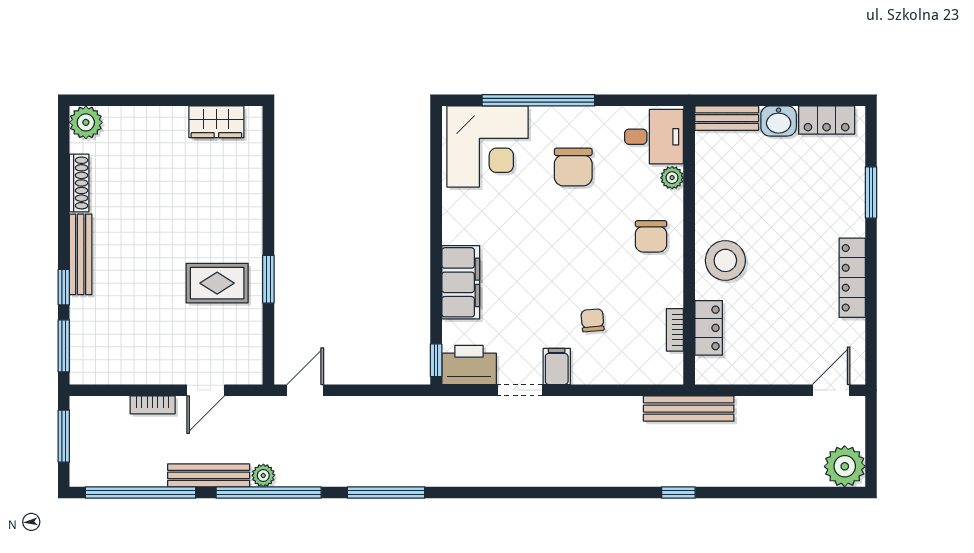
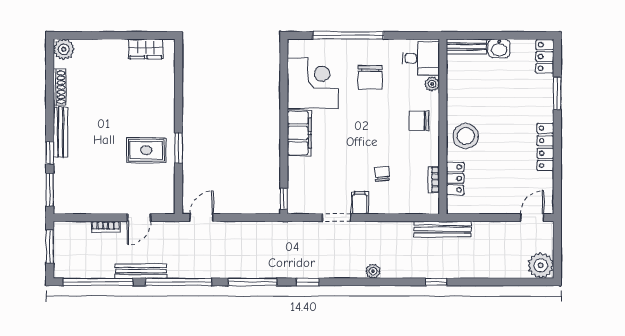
locker: (827, 120) -> (545, 57), moved, turned 90
corner desk: (488, 146) -> (313, 83), moved, turned -90
chair: (651, 236) -> (419, 121), turned 90
filing cabinet: (461, 282) -> (299, 133), moved
printer: (469, 365) -> (305, 202), removed
plant: (263, 475) -> (373, 271), moved
window: (474, 493) -> (308, 282), added

